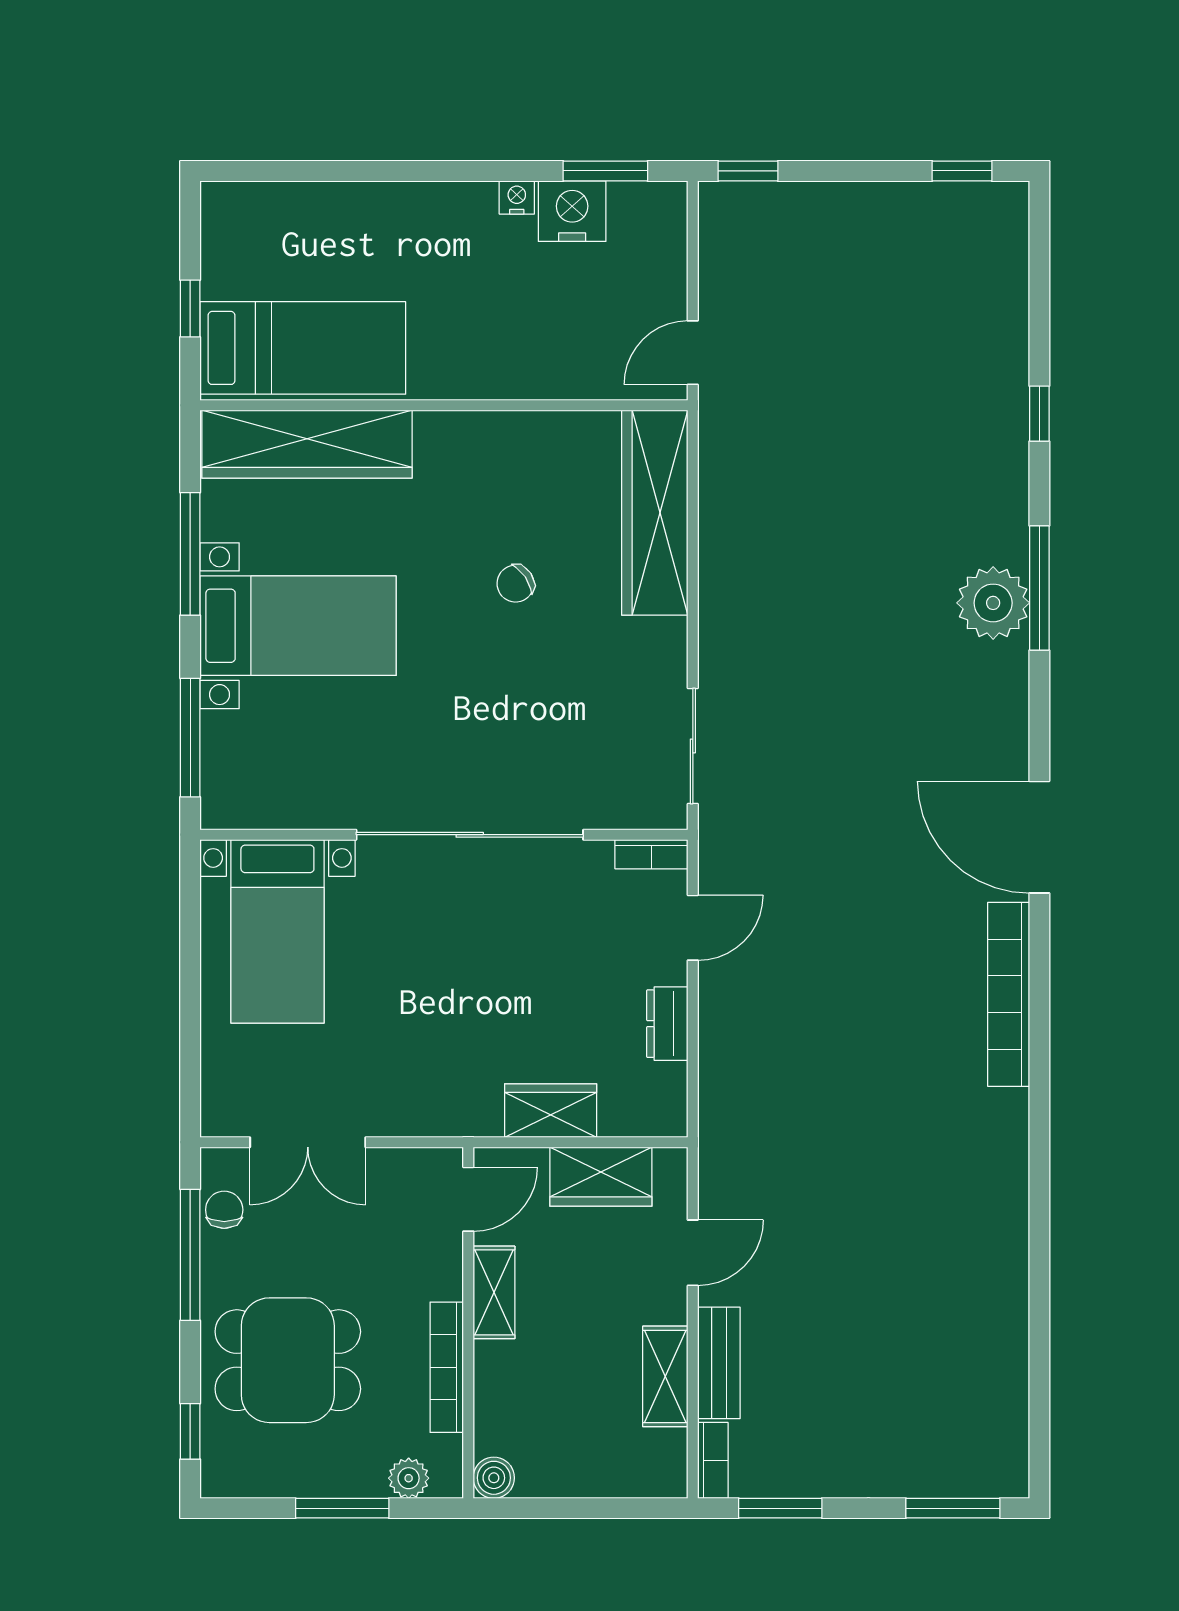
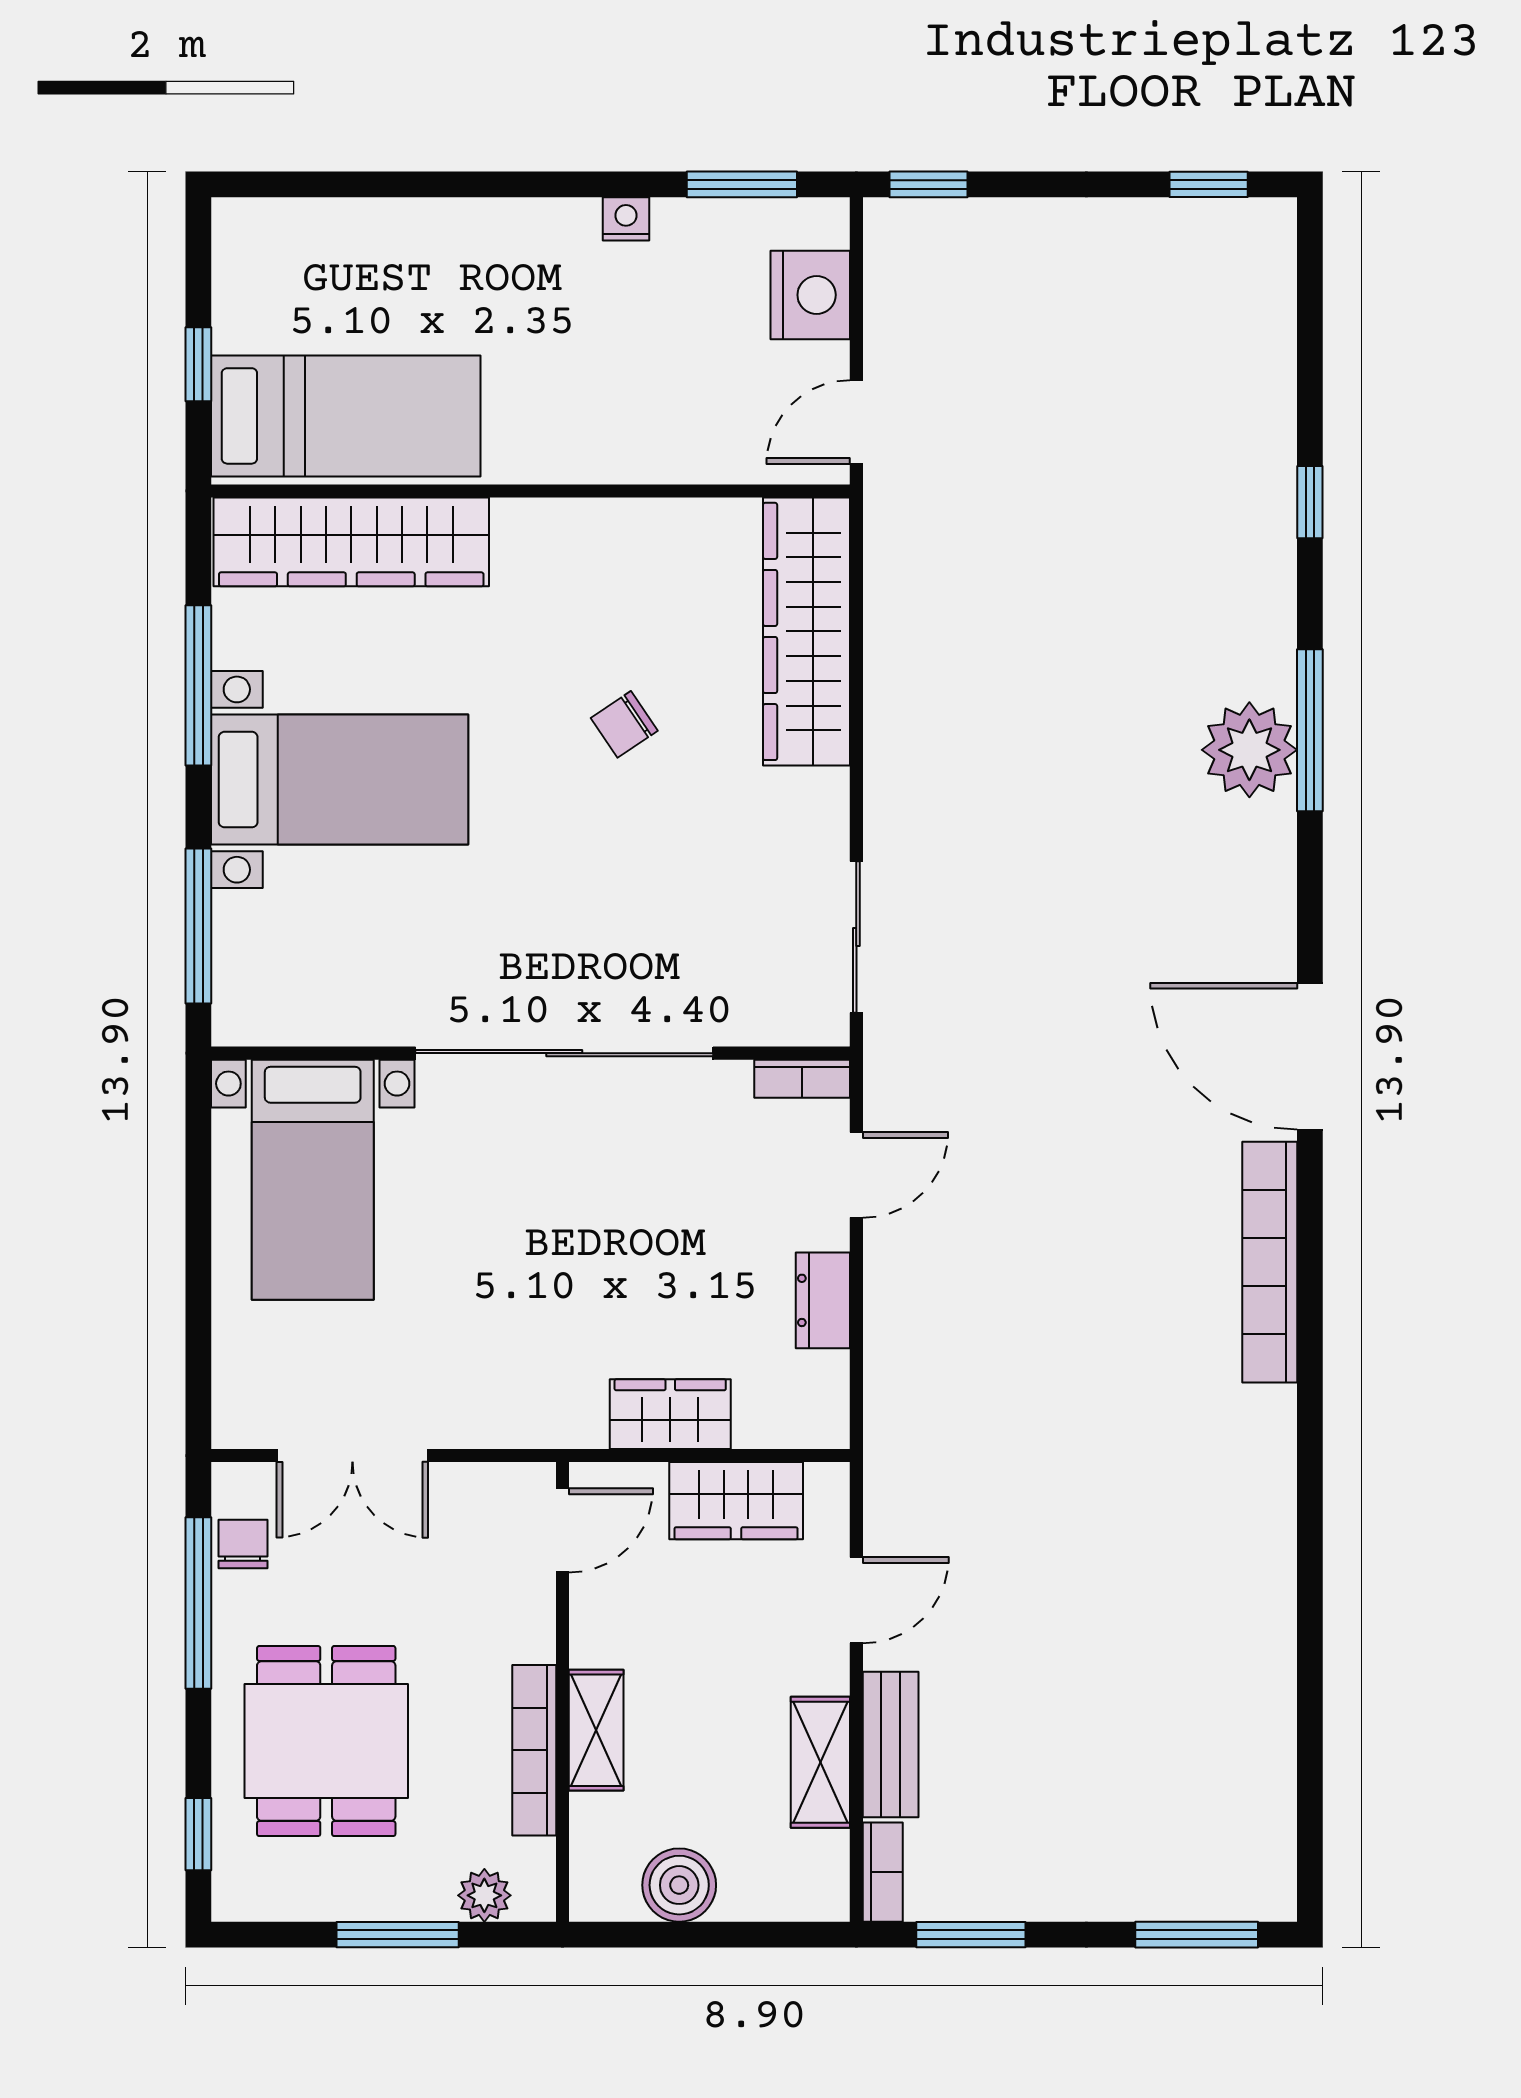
nightstand: (572, 211) -> (810, 295), moved, turned 90
shelving: (494, 1292) -> (596, 1730), moved
dining table: (288, 1360) -> (326, 1741), turned 90
boiler: (494, 1478) -> (679, 1885), moved, width x1.36, depth x1.36

